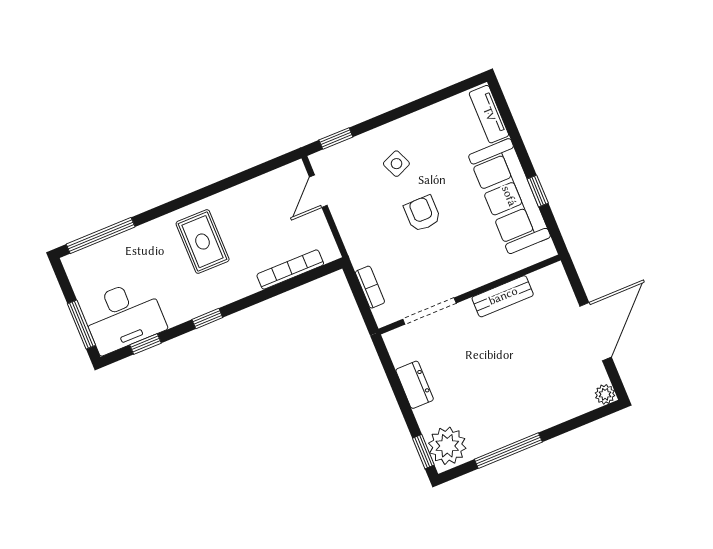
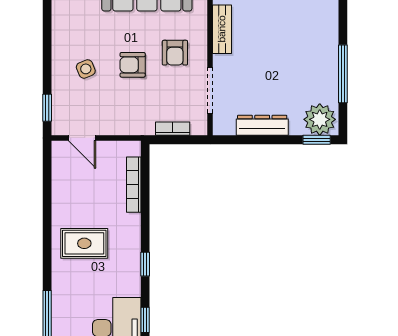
armchair: (455, 255) -> (175, 53), added
dresser: (415, 385) -> (262, 125), width x1.44

